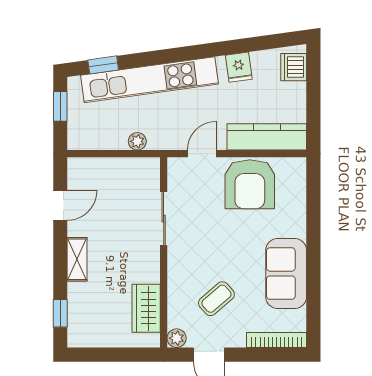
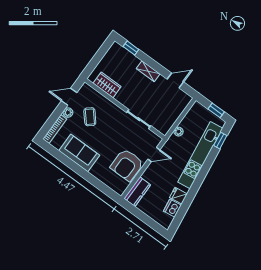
dishwasher: (294, 67) -> (172, 208), moved, turned -98
kitchen counter: (267, 137) -> (137, 192), width x0.67
door: (202, 154) -> (154, 154), hinge flipped
armchair: (250, 184) -> (127, 165), turned -90
door: (60, 205) -> (175, 81), swing flipped
plant: (177, 338) -> (68, 113), moved

